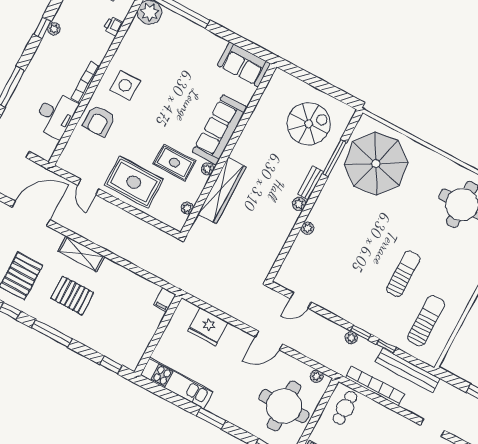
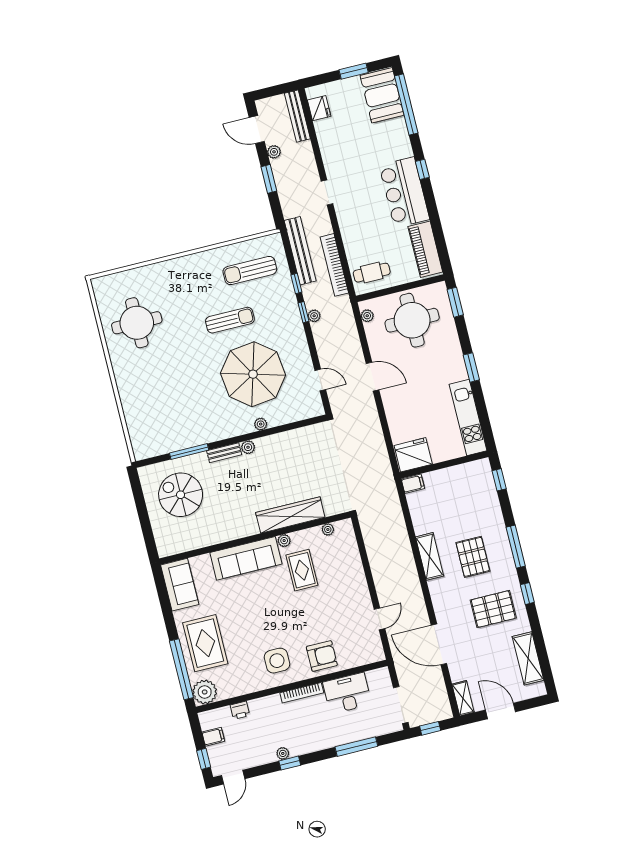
parasol: (376, 164) -> (253, 374), moved
rug: (134, 182) -> (205, 643), moved
shelving: (81, 254) -> (430, 556), moved
sun lounger: (403, 274) -> (230, 320), turned 180
fridge: (208, 327) -> (413, 455), moved, turned -90

